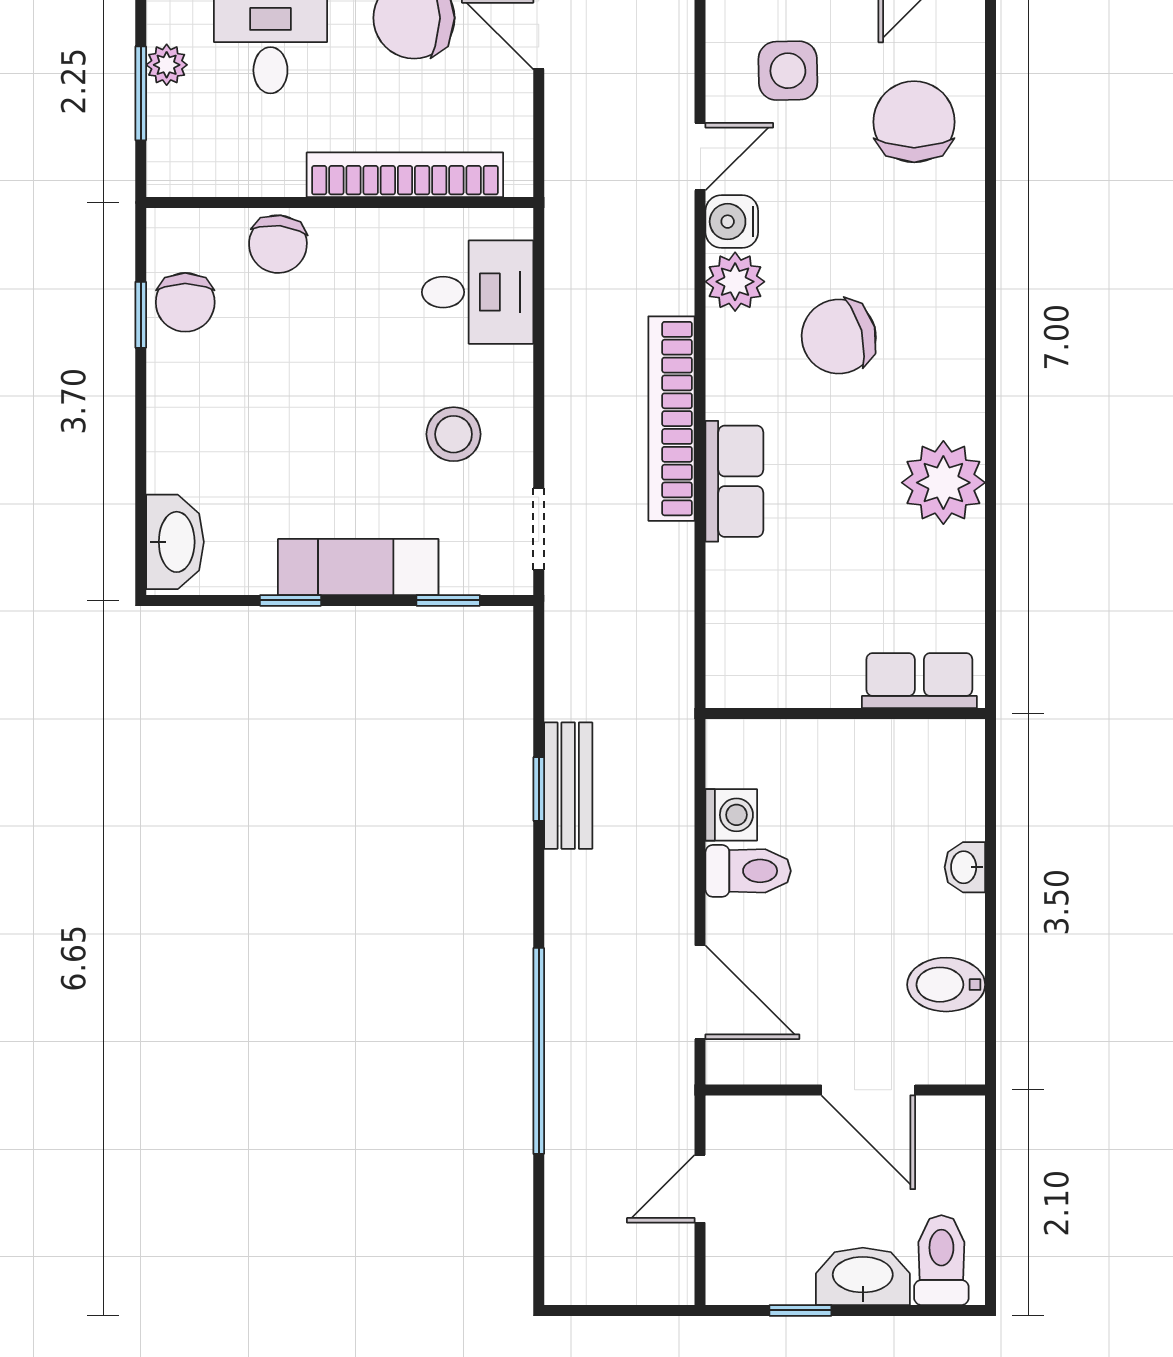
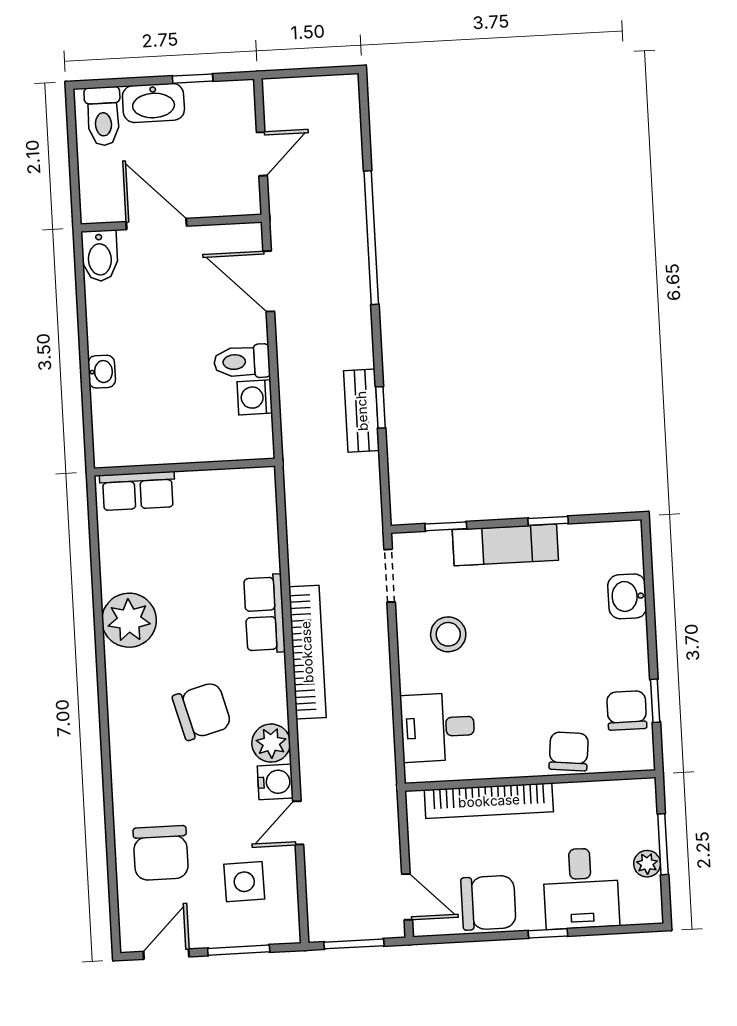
washbasin: (175, 542) -> (627, 596), moved, width x0.72
bidet: (946, 985) -> (100, 256), moved, turned 90

